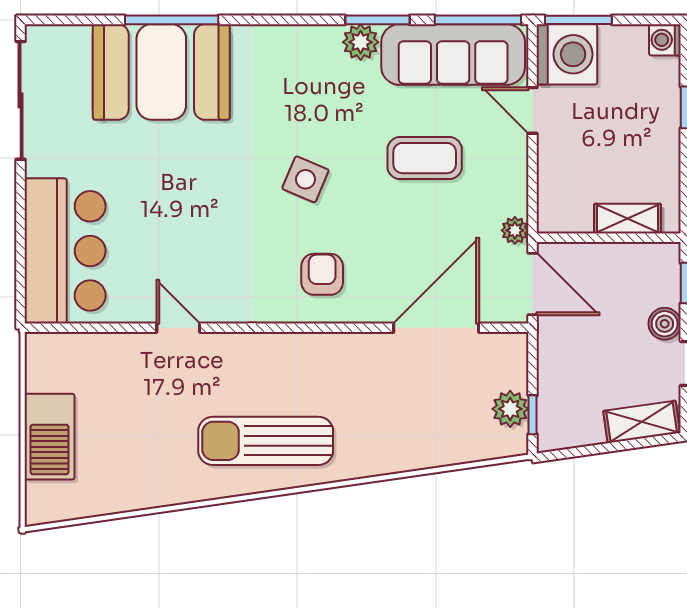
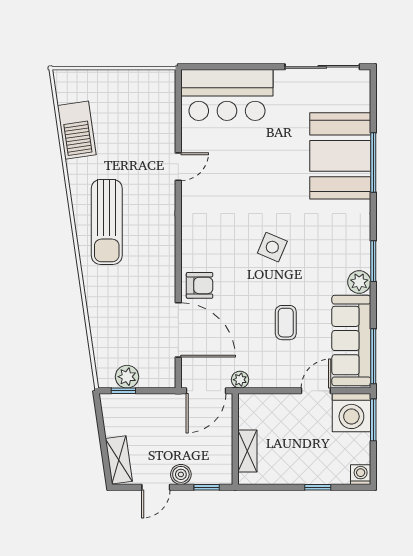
window: (377, 20) -> (373, 261), moved
coffee table: (425, 158) -> (286, 323), width x0.73, depth x0.77
armchair: (322, 274) -> (200, 285), moved
barbecue: (50, 437) -> (77, 130), moved, turned -98
sun lounger: (266, 441) -> (107, 222), turned 180

